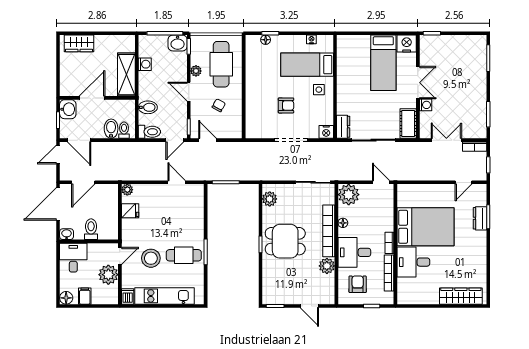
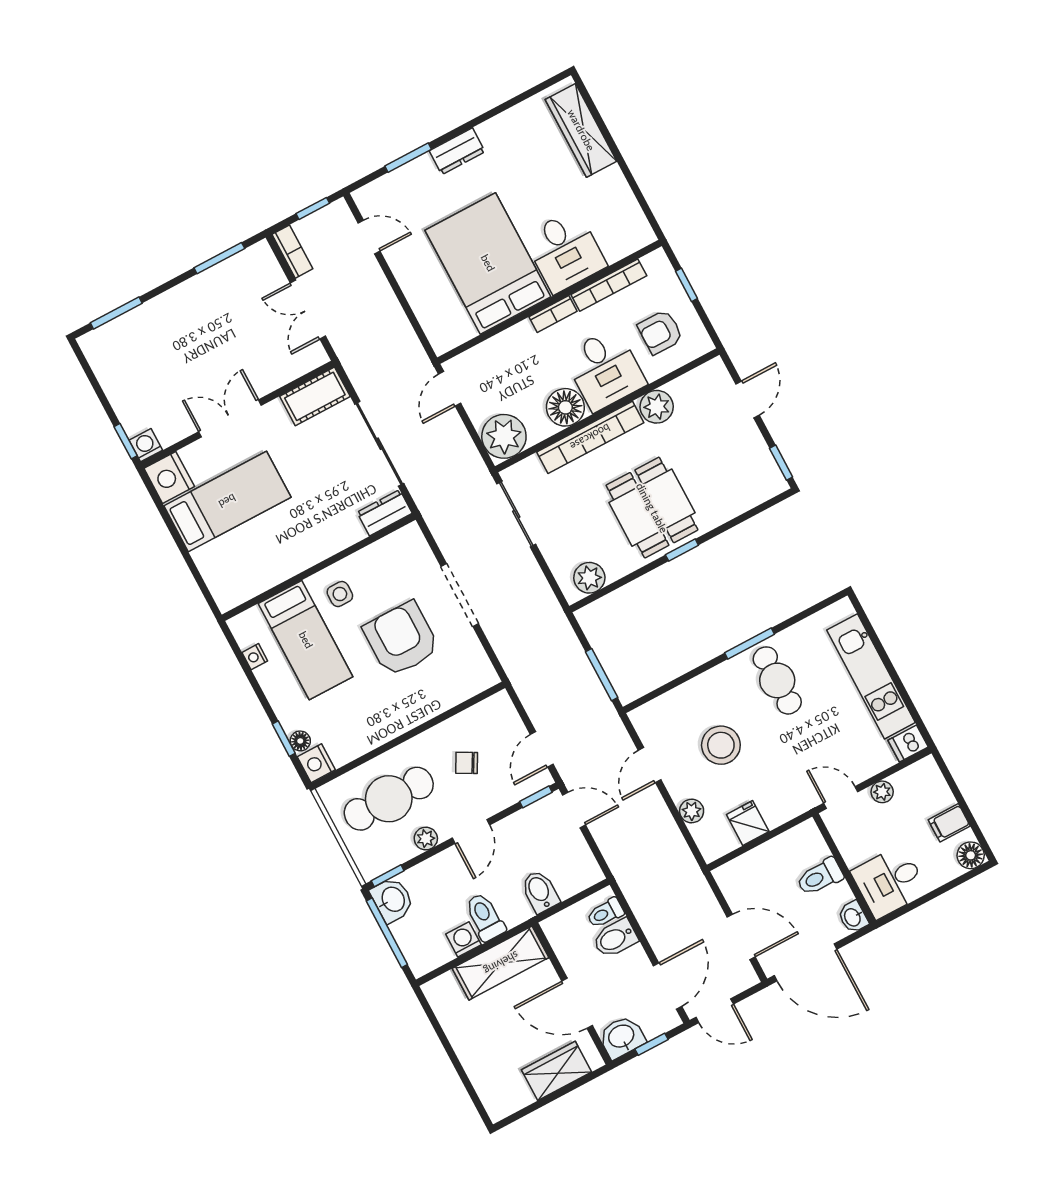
wardrobe: (79, 43) -> (557, 1071), moved, turned -90
armchair: (286, 105) -> (401, 639), width x1.88, depth x1.88
washing machine: (426, 105) -> (146, 445), moved
toilet: (149, 132) -> (485, 917), moved
nightstand: (326, 132) -> (316, 763), moved, turned 180
plant: (127, 190) -> (692, 811), moved
dresser: (480, 218) -> (457, 151), moved
floor lamp: (343, 223) -> (565, 407), width x1.89, depth x1.89
stool: (151, 258) -> (721, 745), moved
plant: (108, 275) -> (882, 792), width x0.53, depth x0.53

